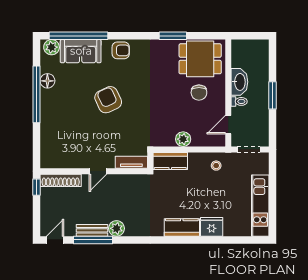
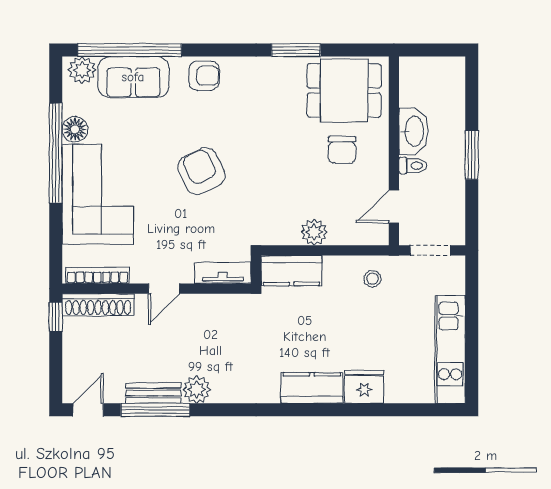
armchair: (108, 100) -> (201, 171), moved
corner sofa: (60, 118) -> (98, 194), added
bookcase: (60, 164) -> (97, 275), added

